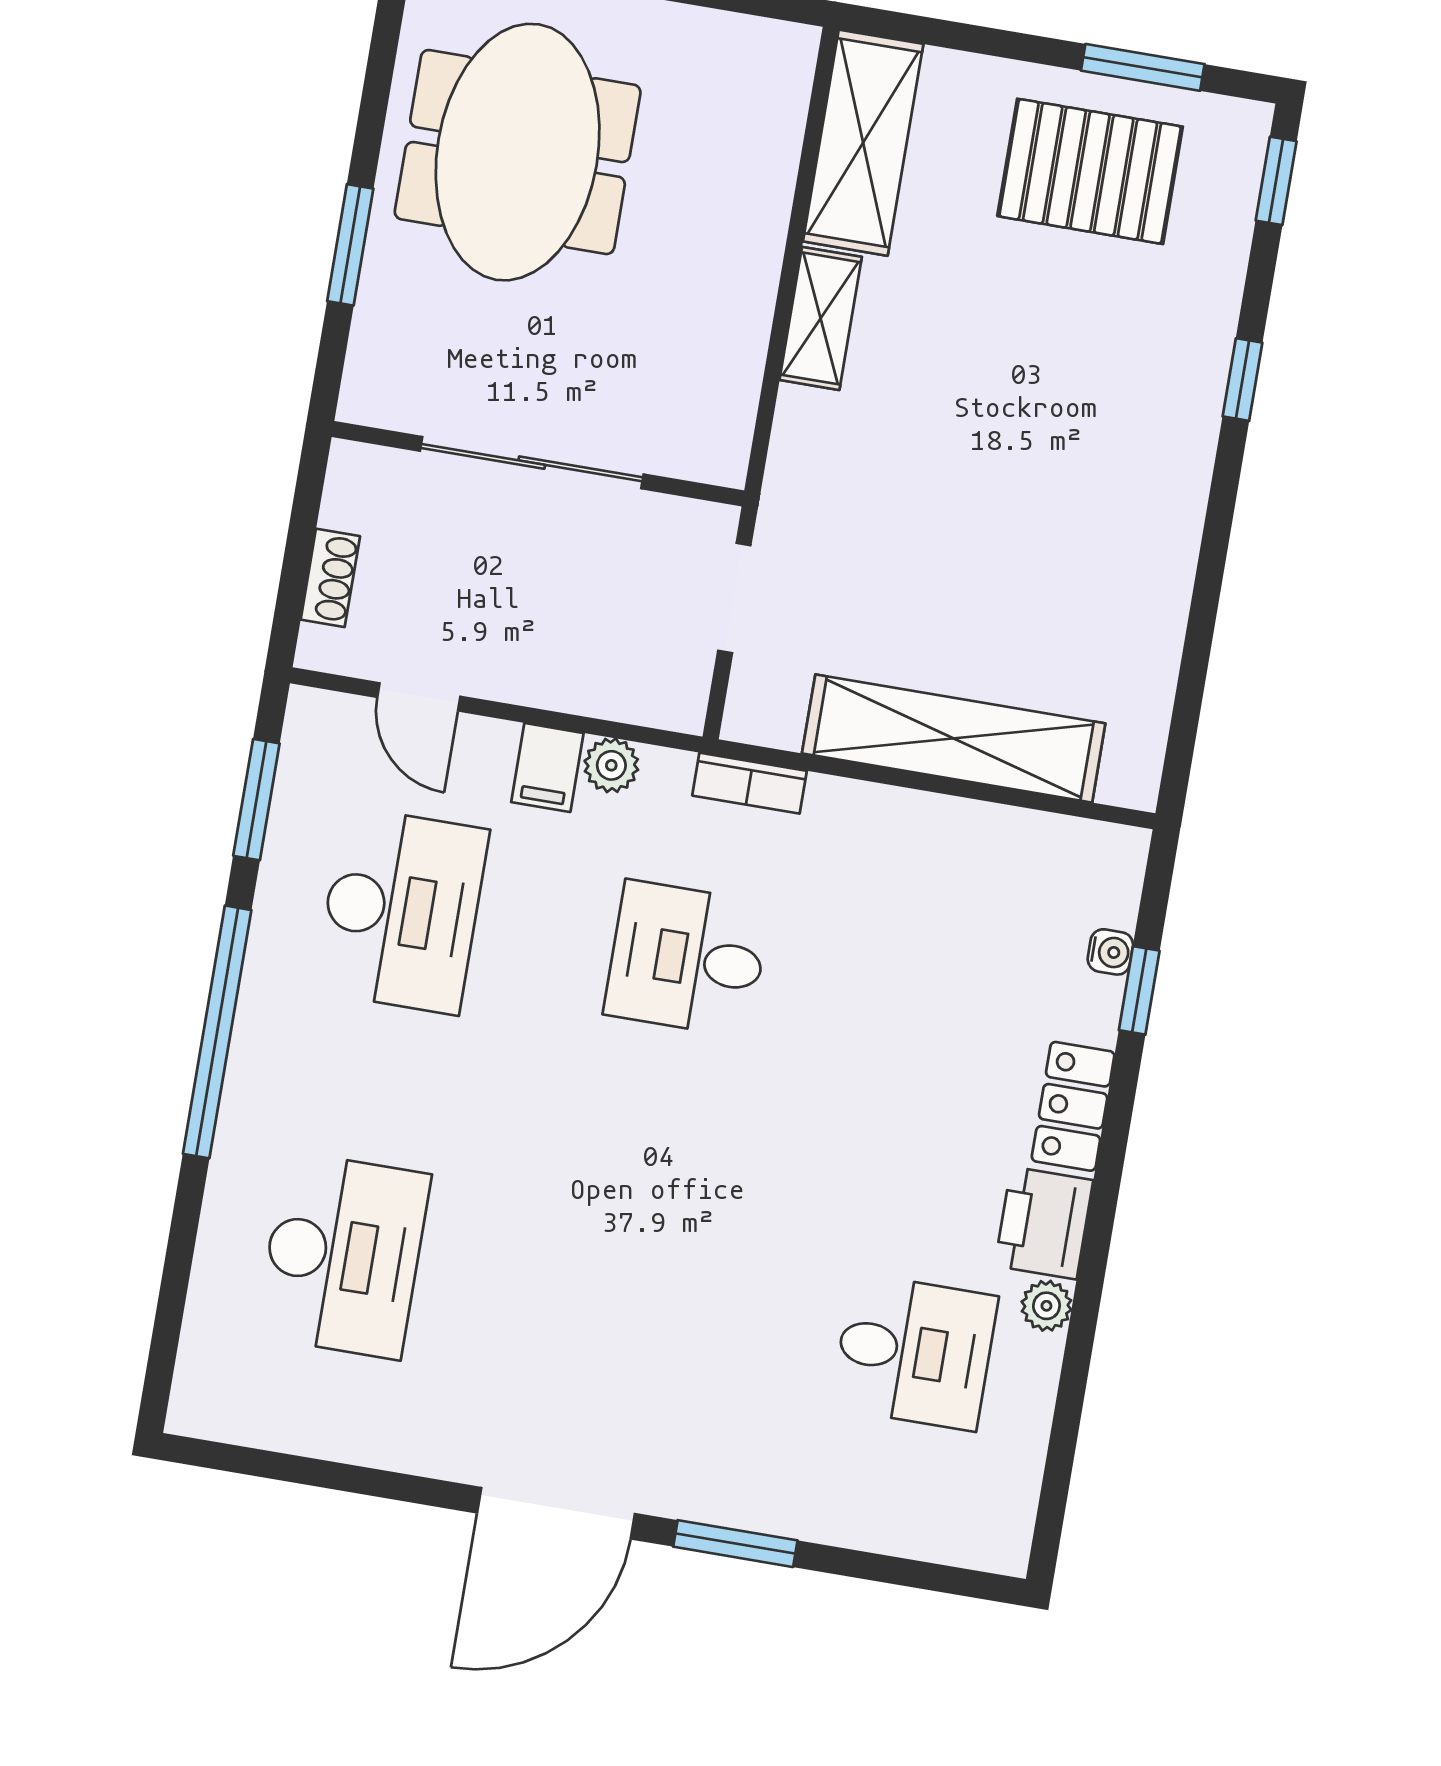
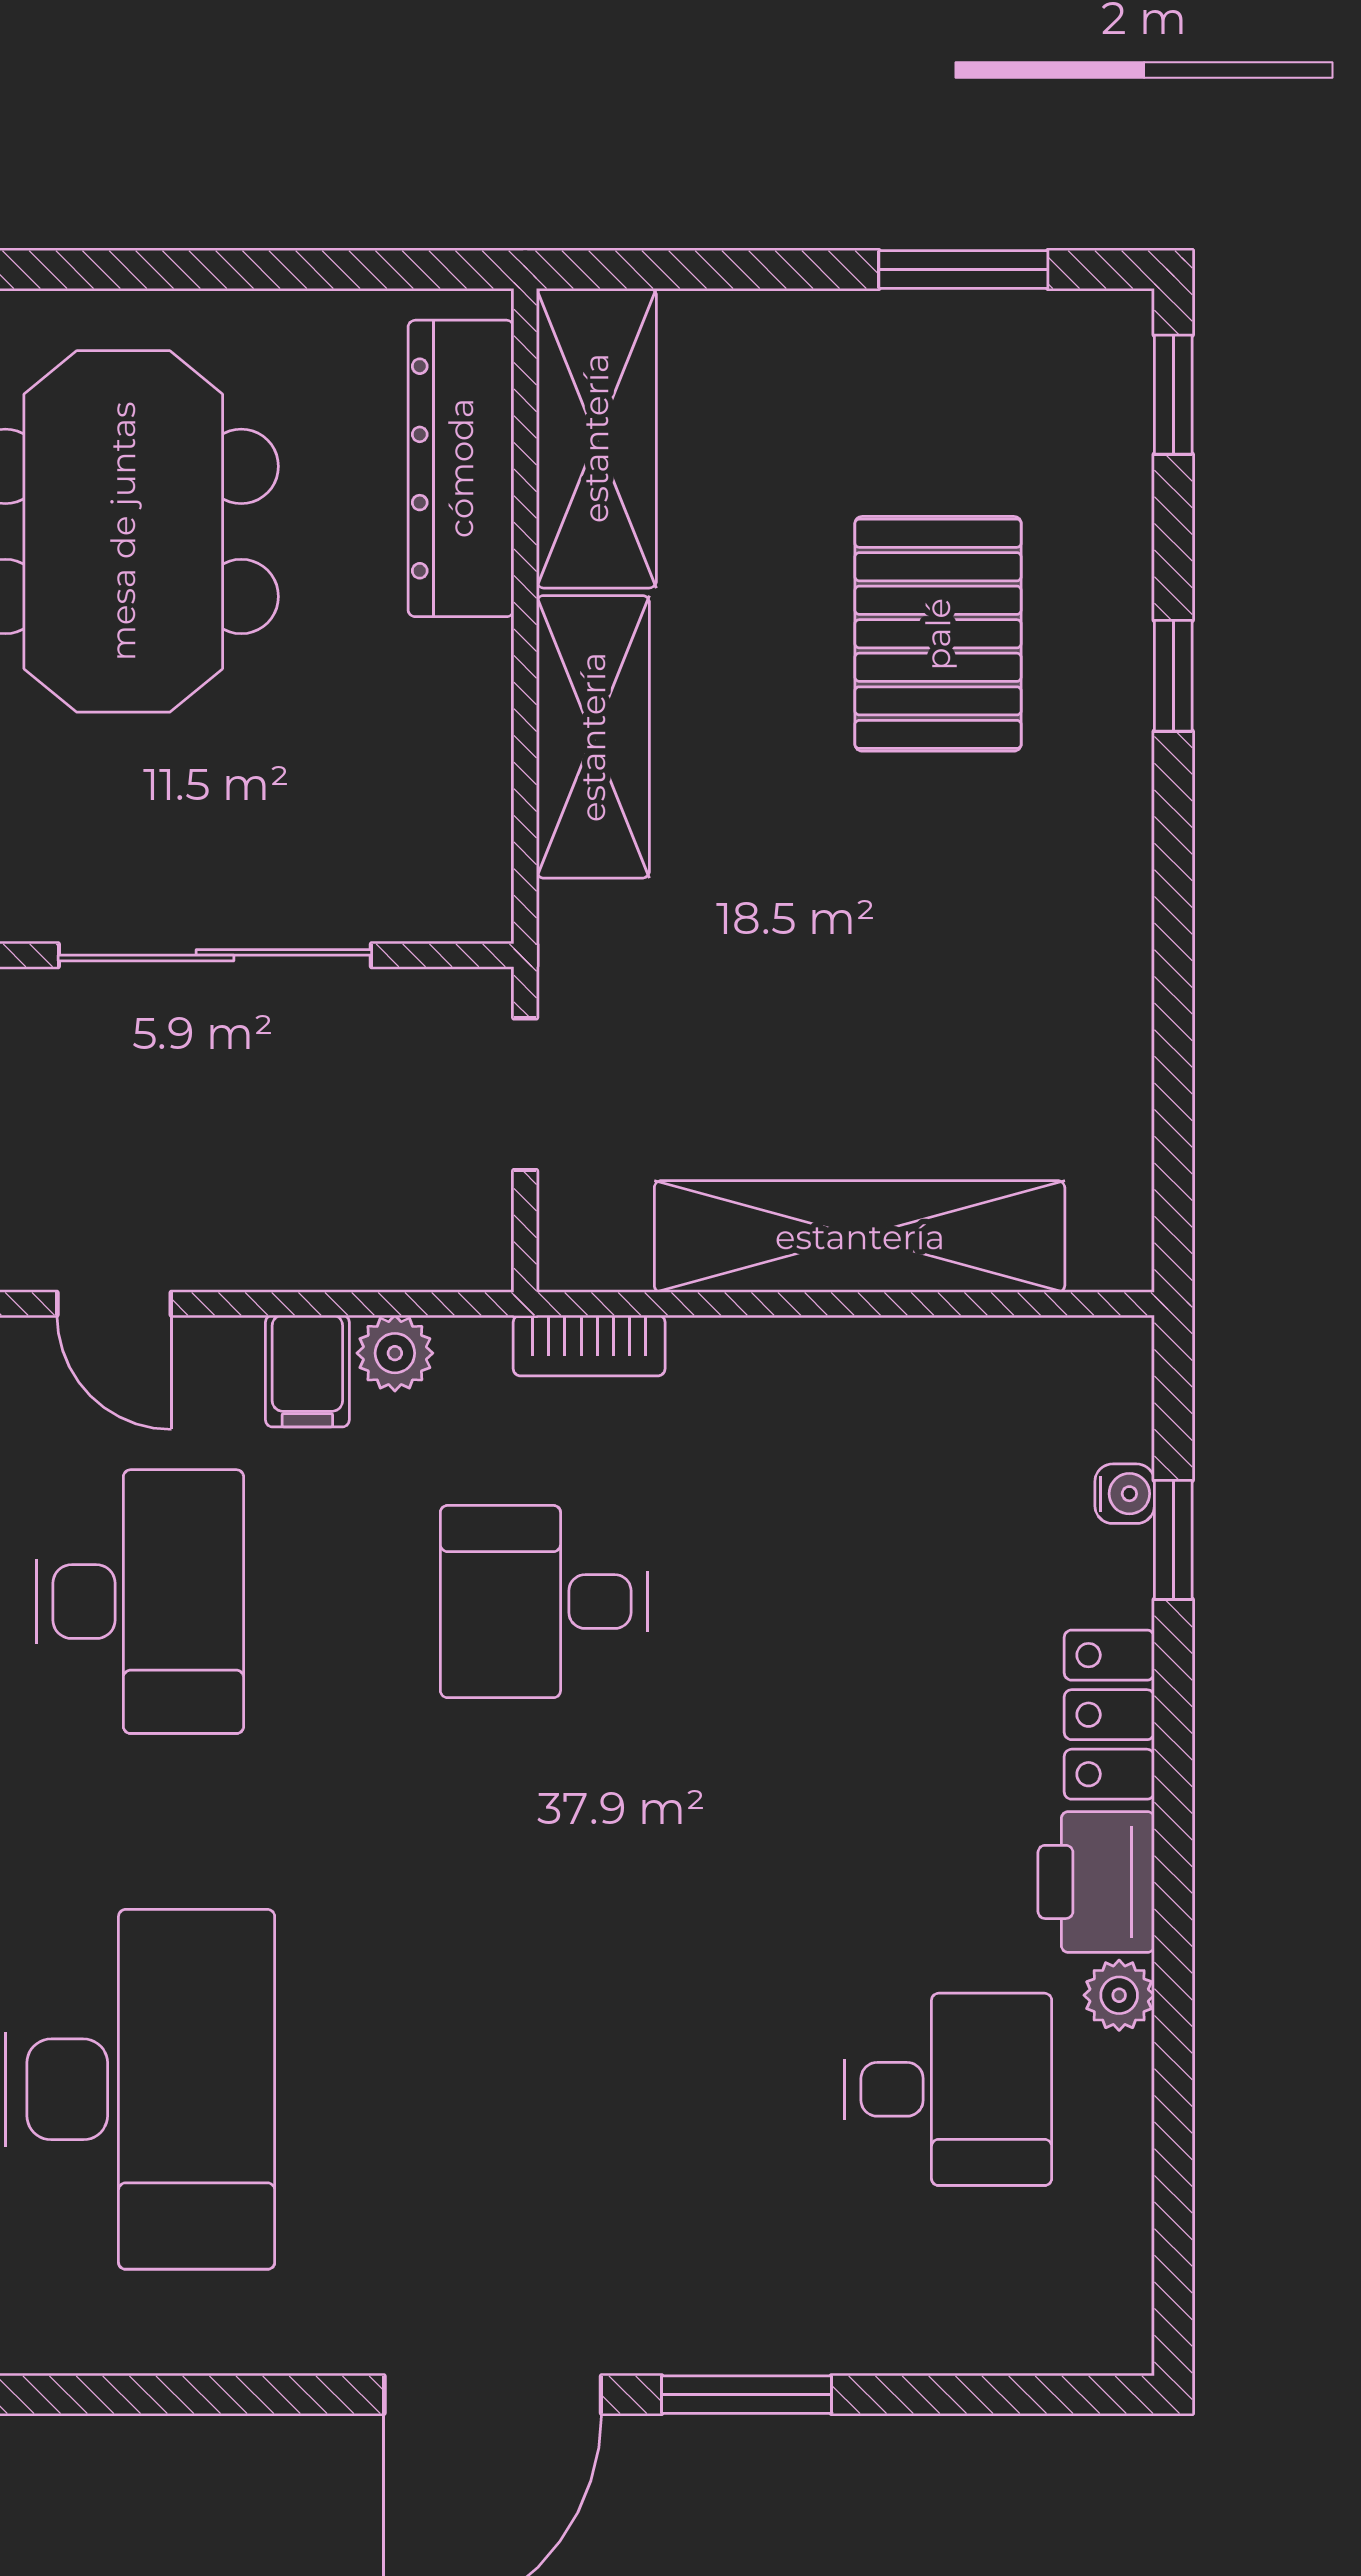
dresser: (764, 148) -> (461, 468), added
pallet: (1090, 171) -> (938, 634), moved, turned 90
shelving: (821, 318) -> (593, 737), width x1.50, depth x1.33
desk: (343, 1255) -> (140, 2089), width x1.36, depth x1.30

